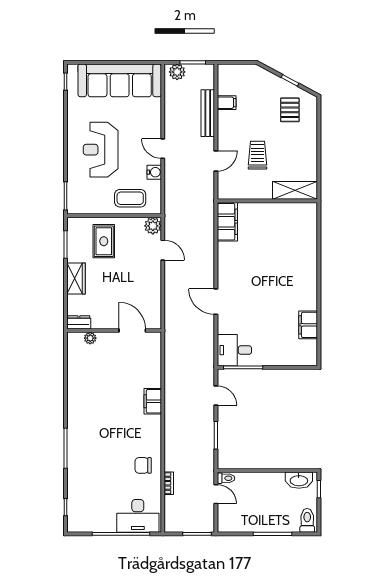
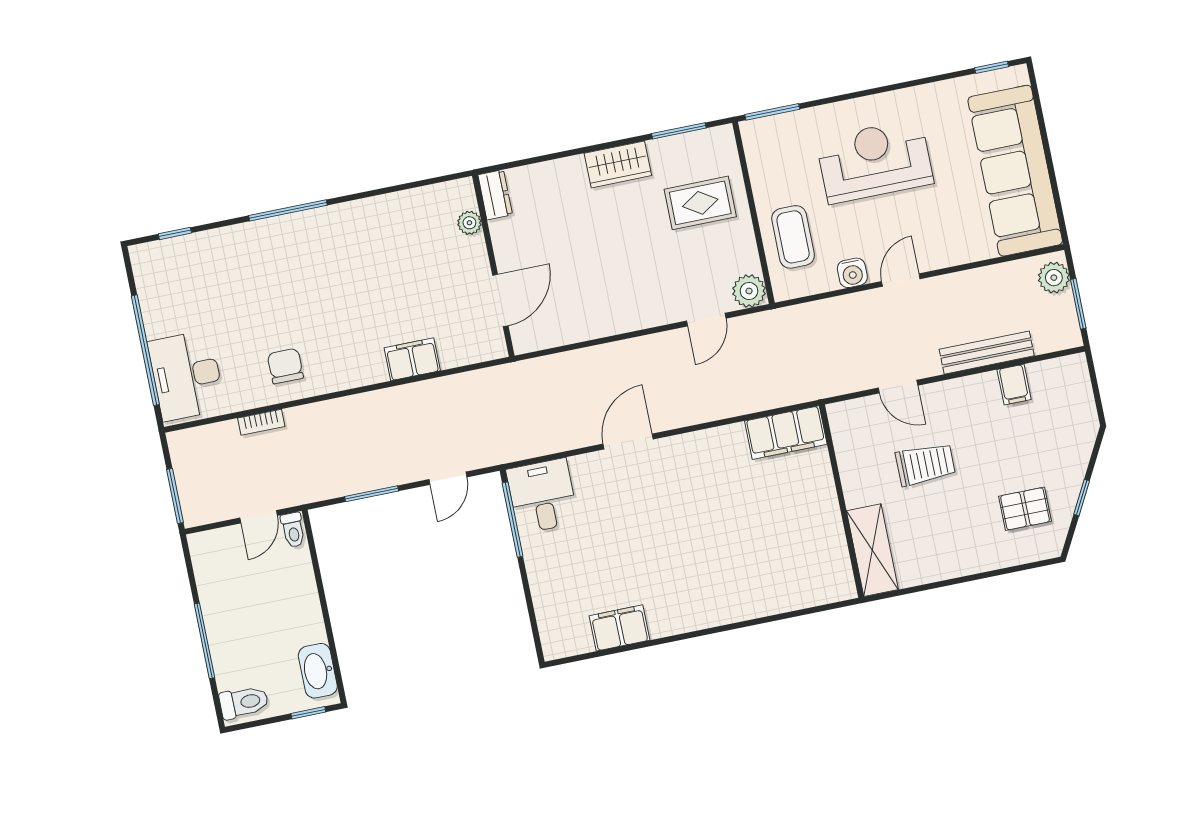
dresser: (79, 322) -> (495, 195), moved
wall: (114, 331) -> (493, 266), moved
door: (132, 331) -> (500, 300), moved
plant: (90, 338) -> (469, 223), moved

